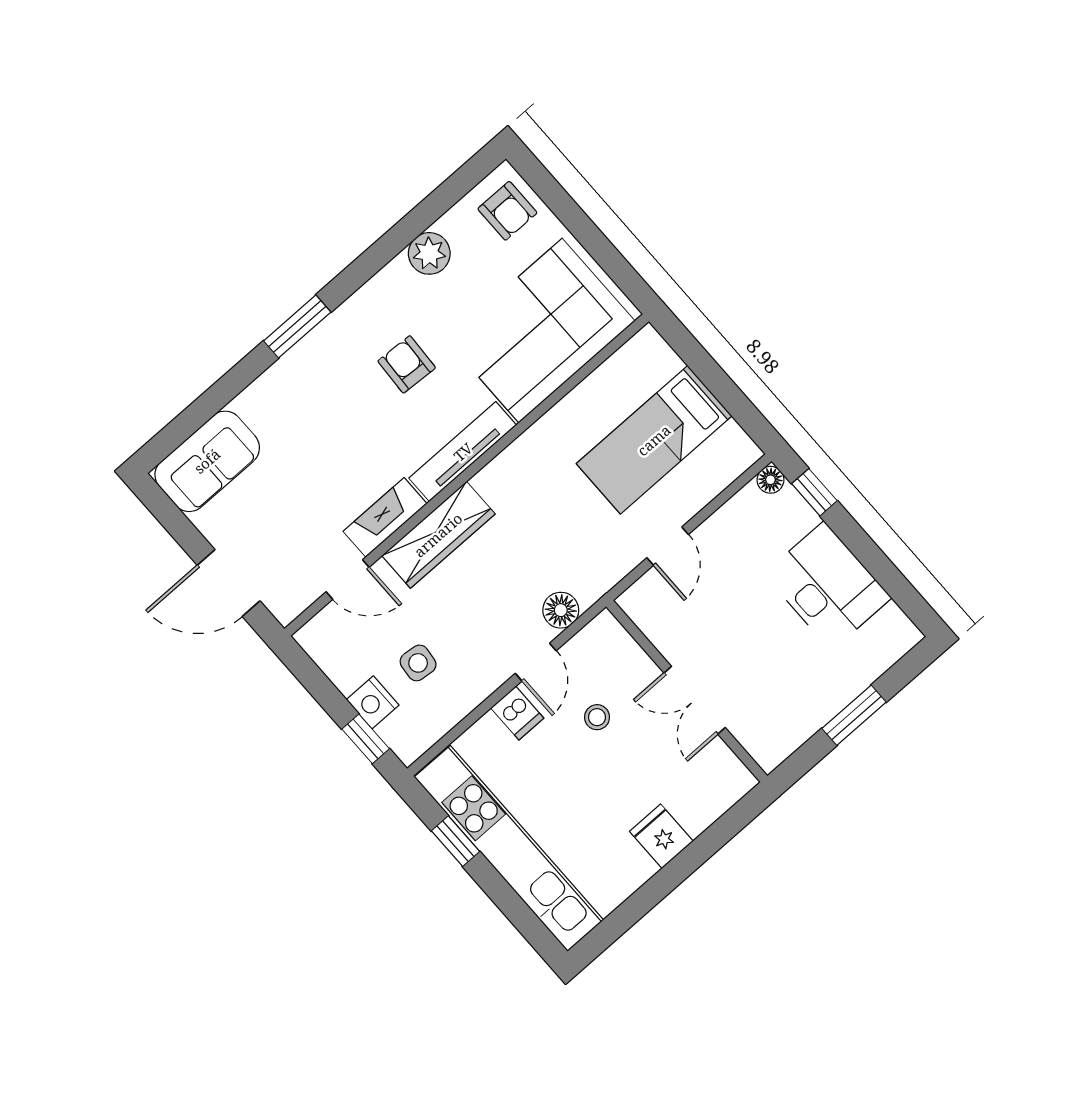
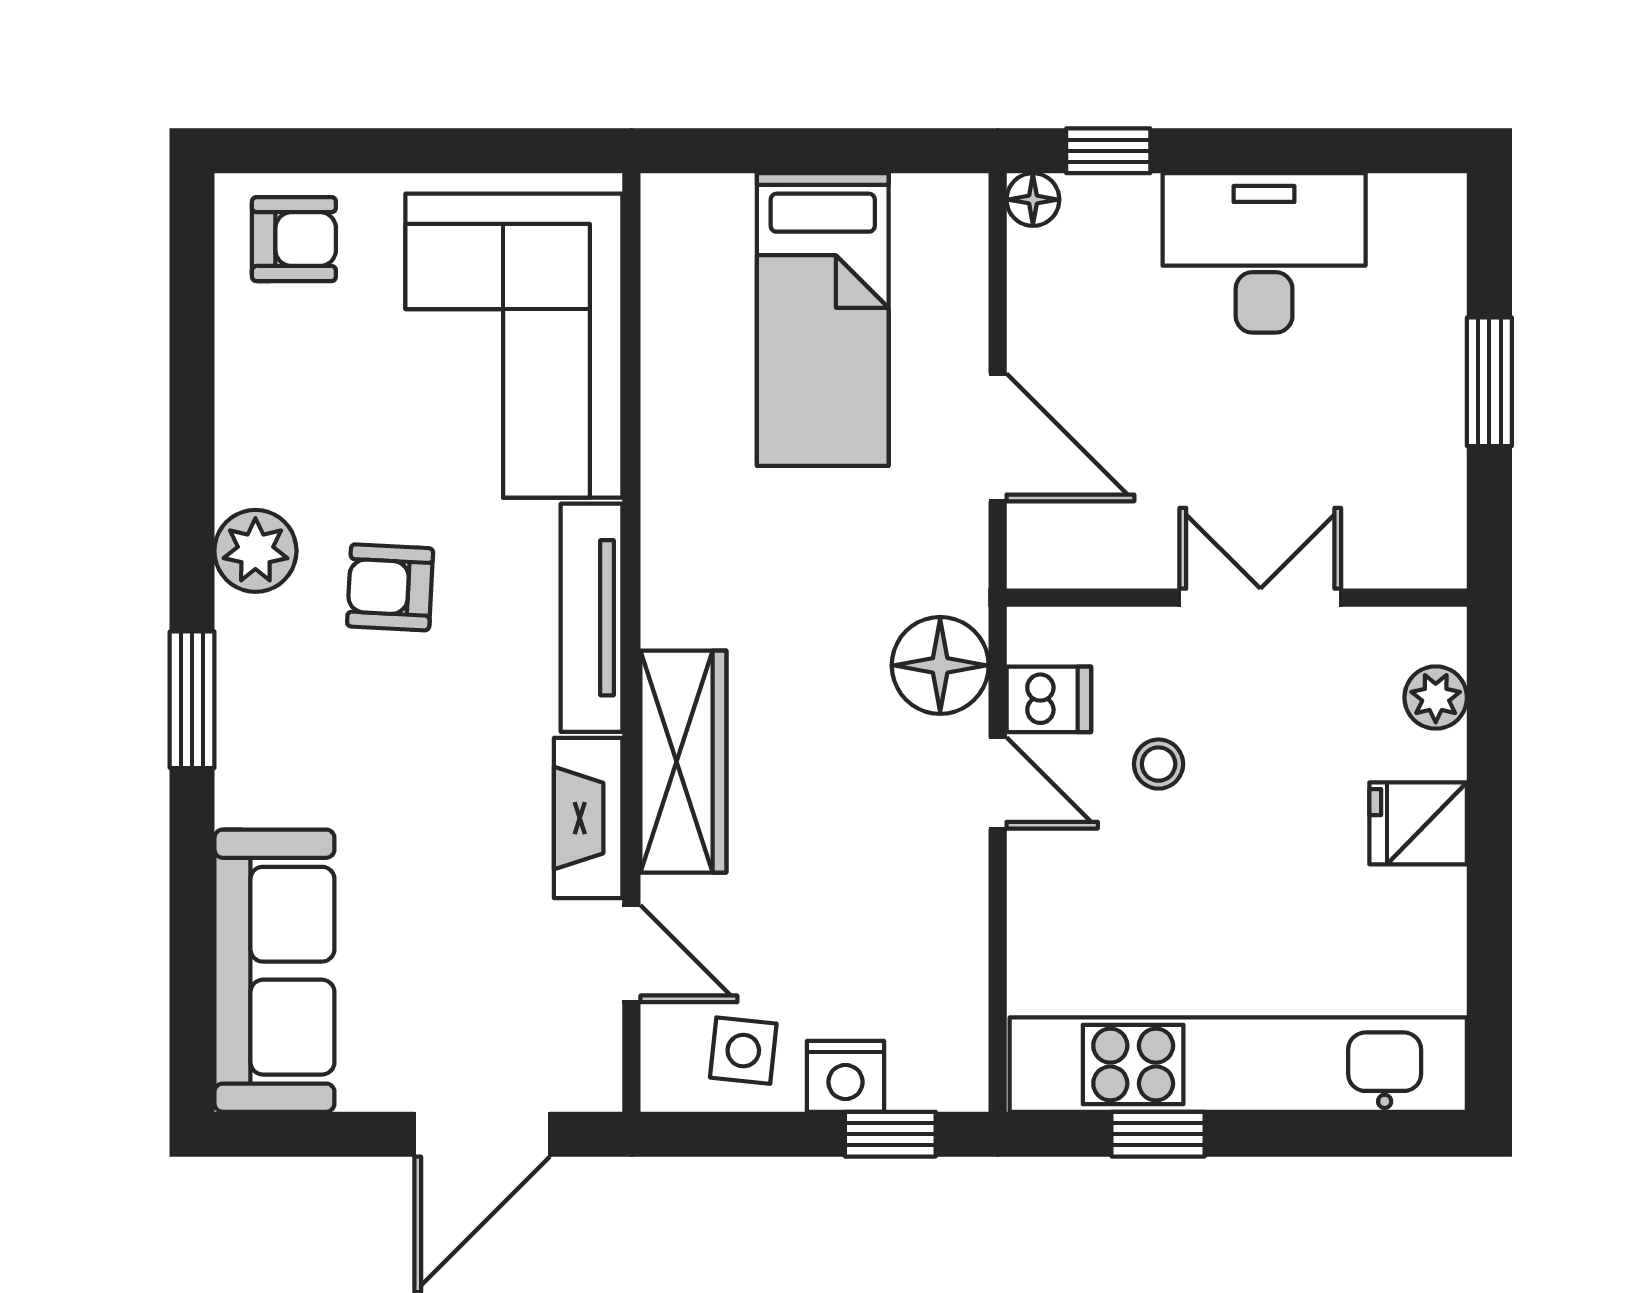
plant: (429, 253) -> (255, 551), moved
sofa: (207, 461) -> (274, 971), width x1.36
door: (668, 546) -> (998, 437), width x1.37
door: (348, 579) -> (631, 954), hinge flipped
floor lamp: (561, 610) -> (940, 665), width x1.38, depth x1.38
side table: (418, 663) -> (743, 1051), moved
double door: (695, 700) -> (1260, 598), swing flipped
dishwasher: (517, 713) -> (1049, 699), moved
plant: (715, 801) -> (1436, 698), added

